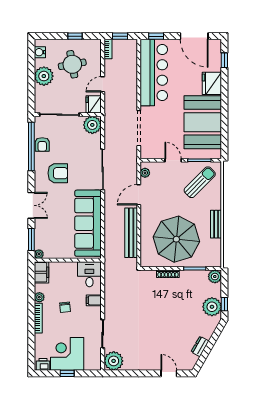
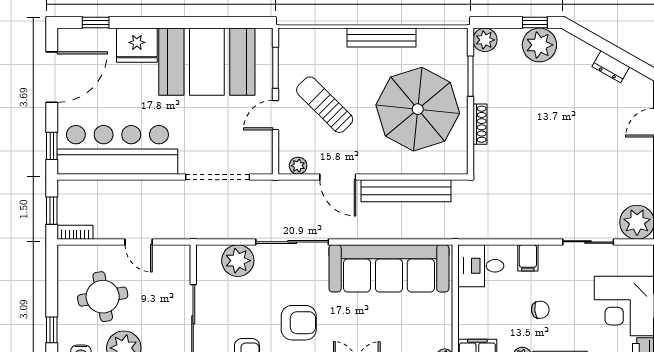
window: (75, 36) -> (52, 330), moved
fridge: (94, 104) -> (175, 258), removed
plant: (92, 125) -> (238, 261), moved
armchair: (58, 173) -> (299, 323), turned 90
sun lounger: (200, 182) -> (325, 105), moved
bench: (216, 224) -> (381, 38), width x1.36

